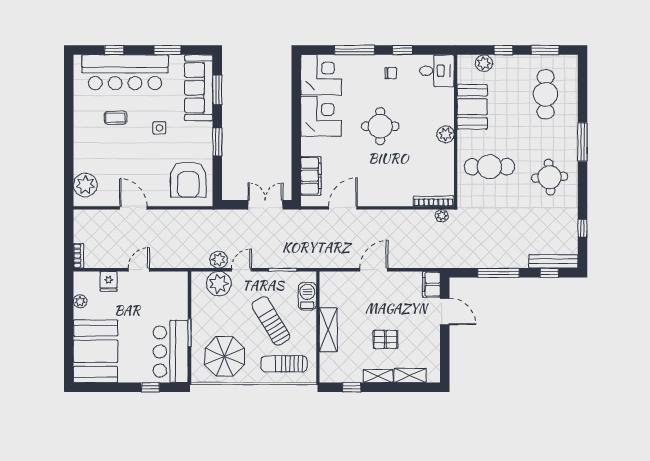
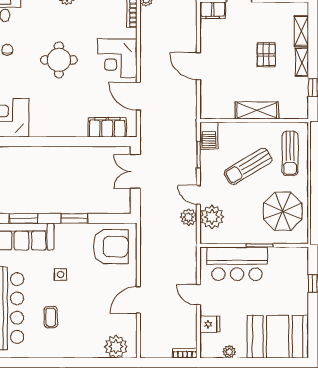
corner desk: (321, 116) -> (117, 58), moved, turned -90
barbecue: (307, 296) -> (209, 136), moved, turned -90
bar counter: (171, 352) -> (237, 264), moved

